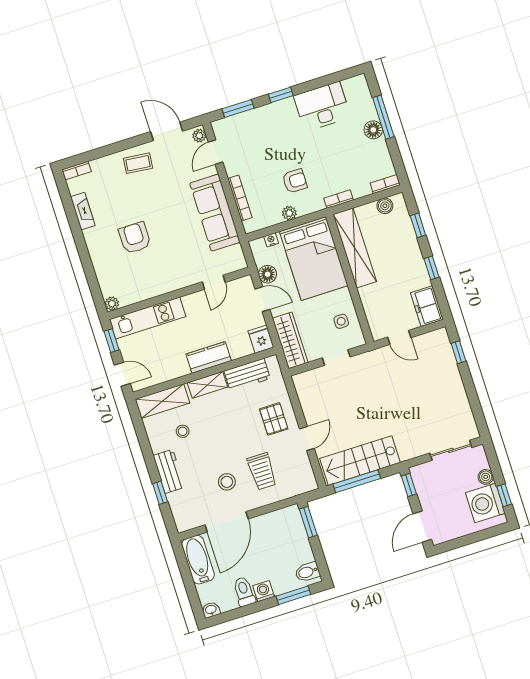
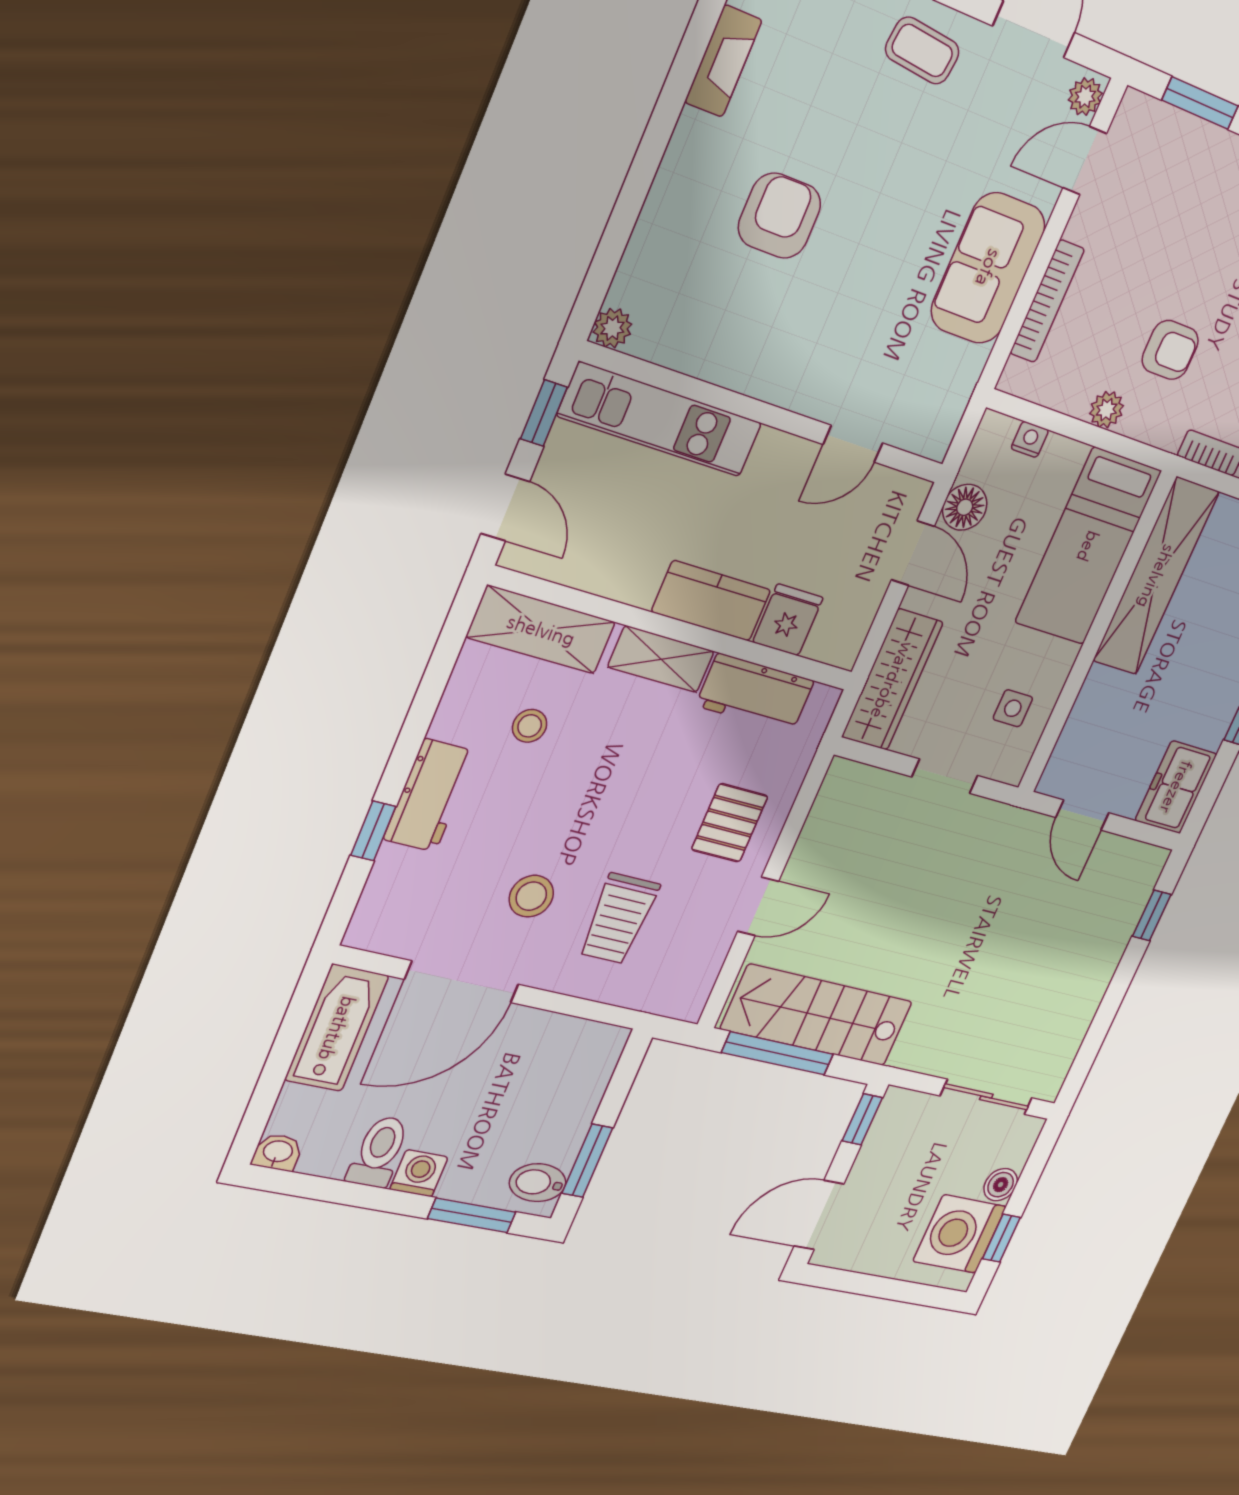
sofa: (215, 213) -> (988, 268), width x0.73
bed: (314, 258) -> (1088, 546), width x0.67
fridge: (261, 339) -> (788, 620), moved
window: (308, 522) -> (587, 1161), moved

